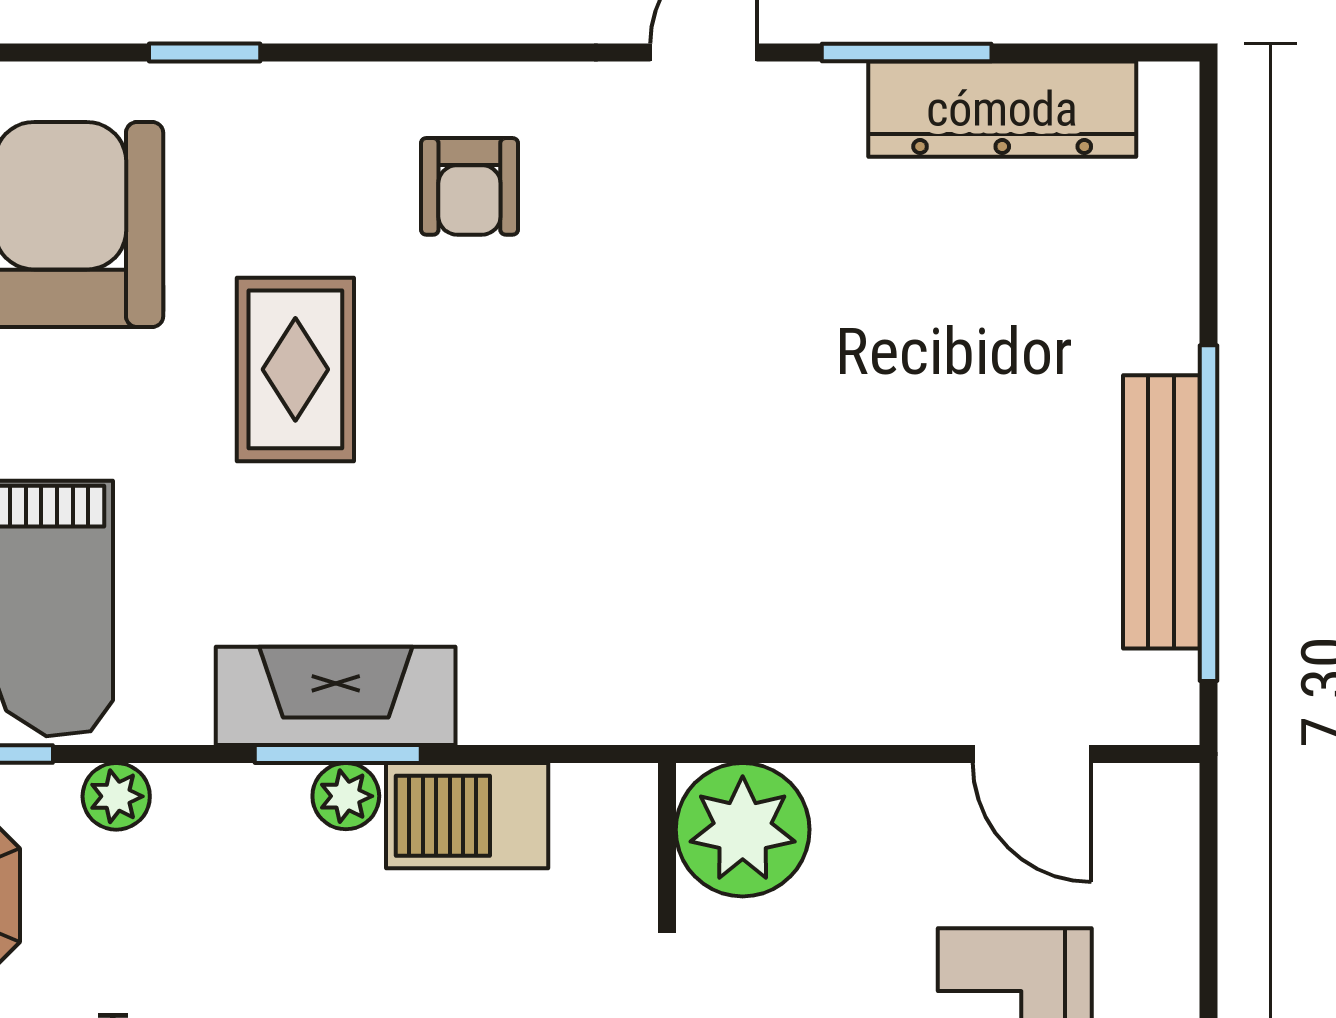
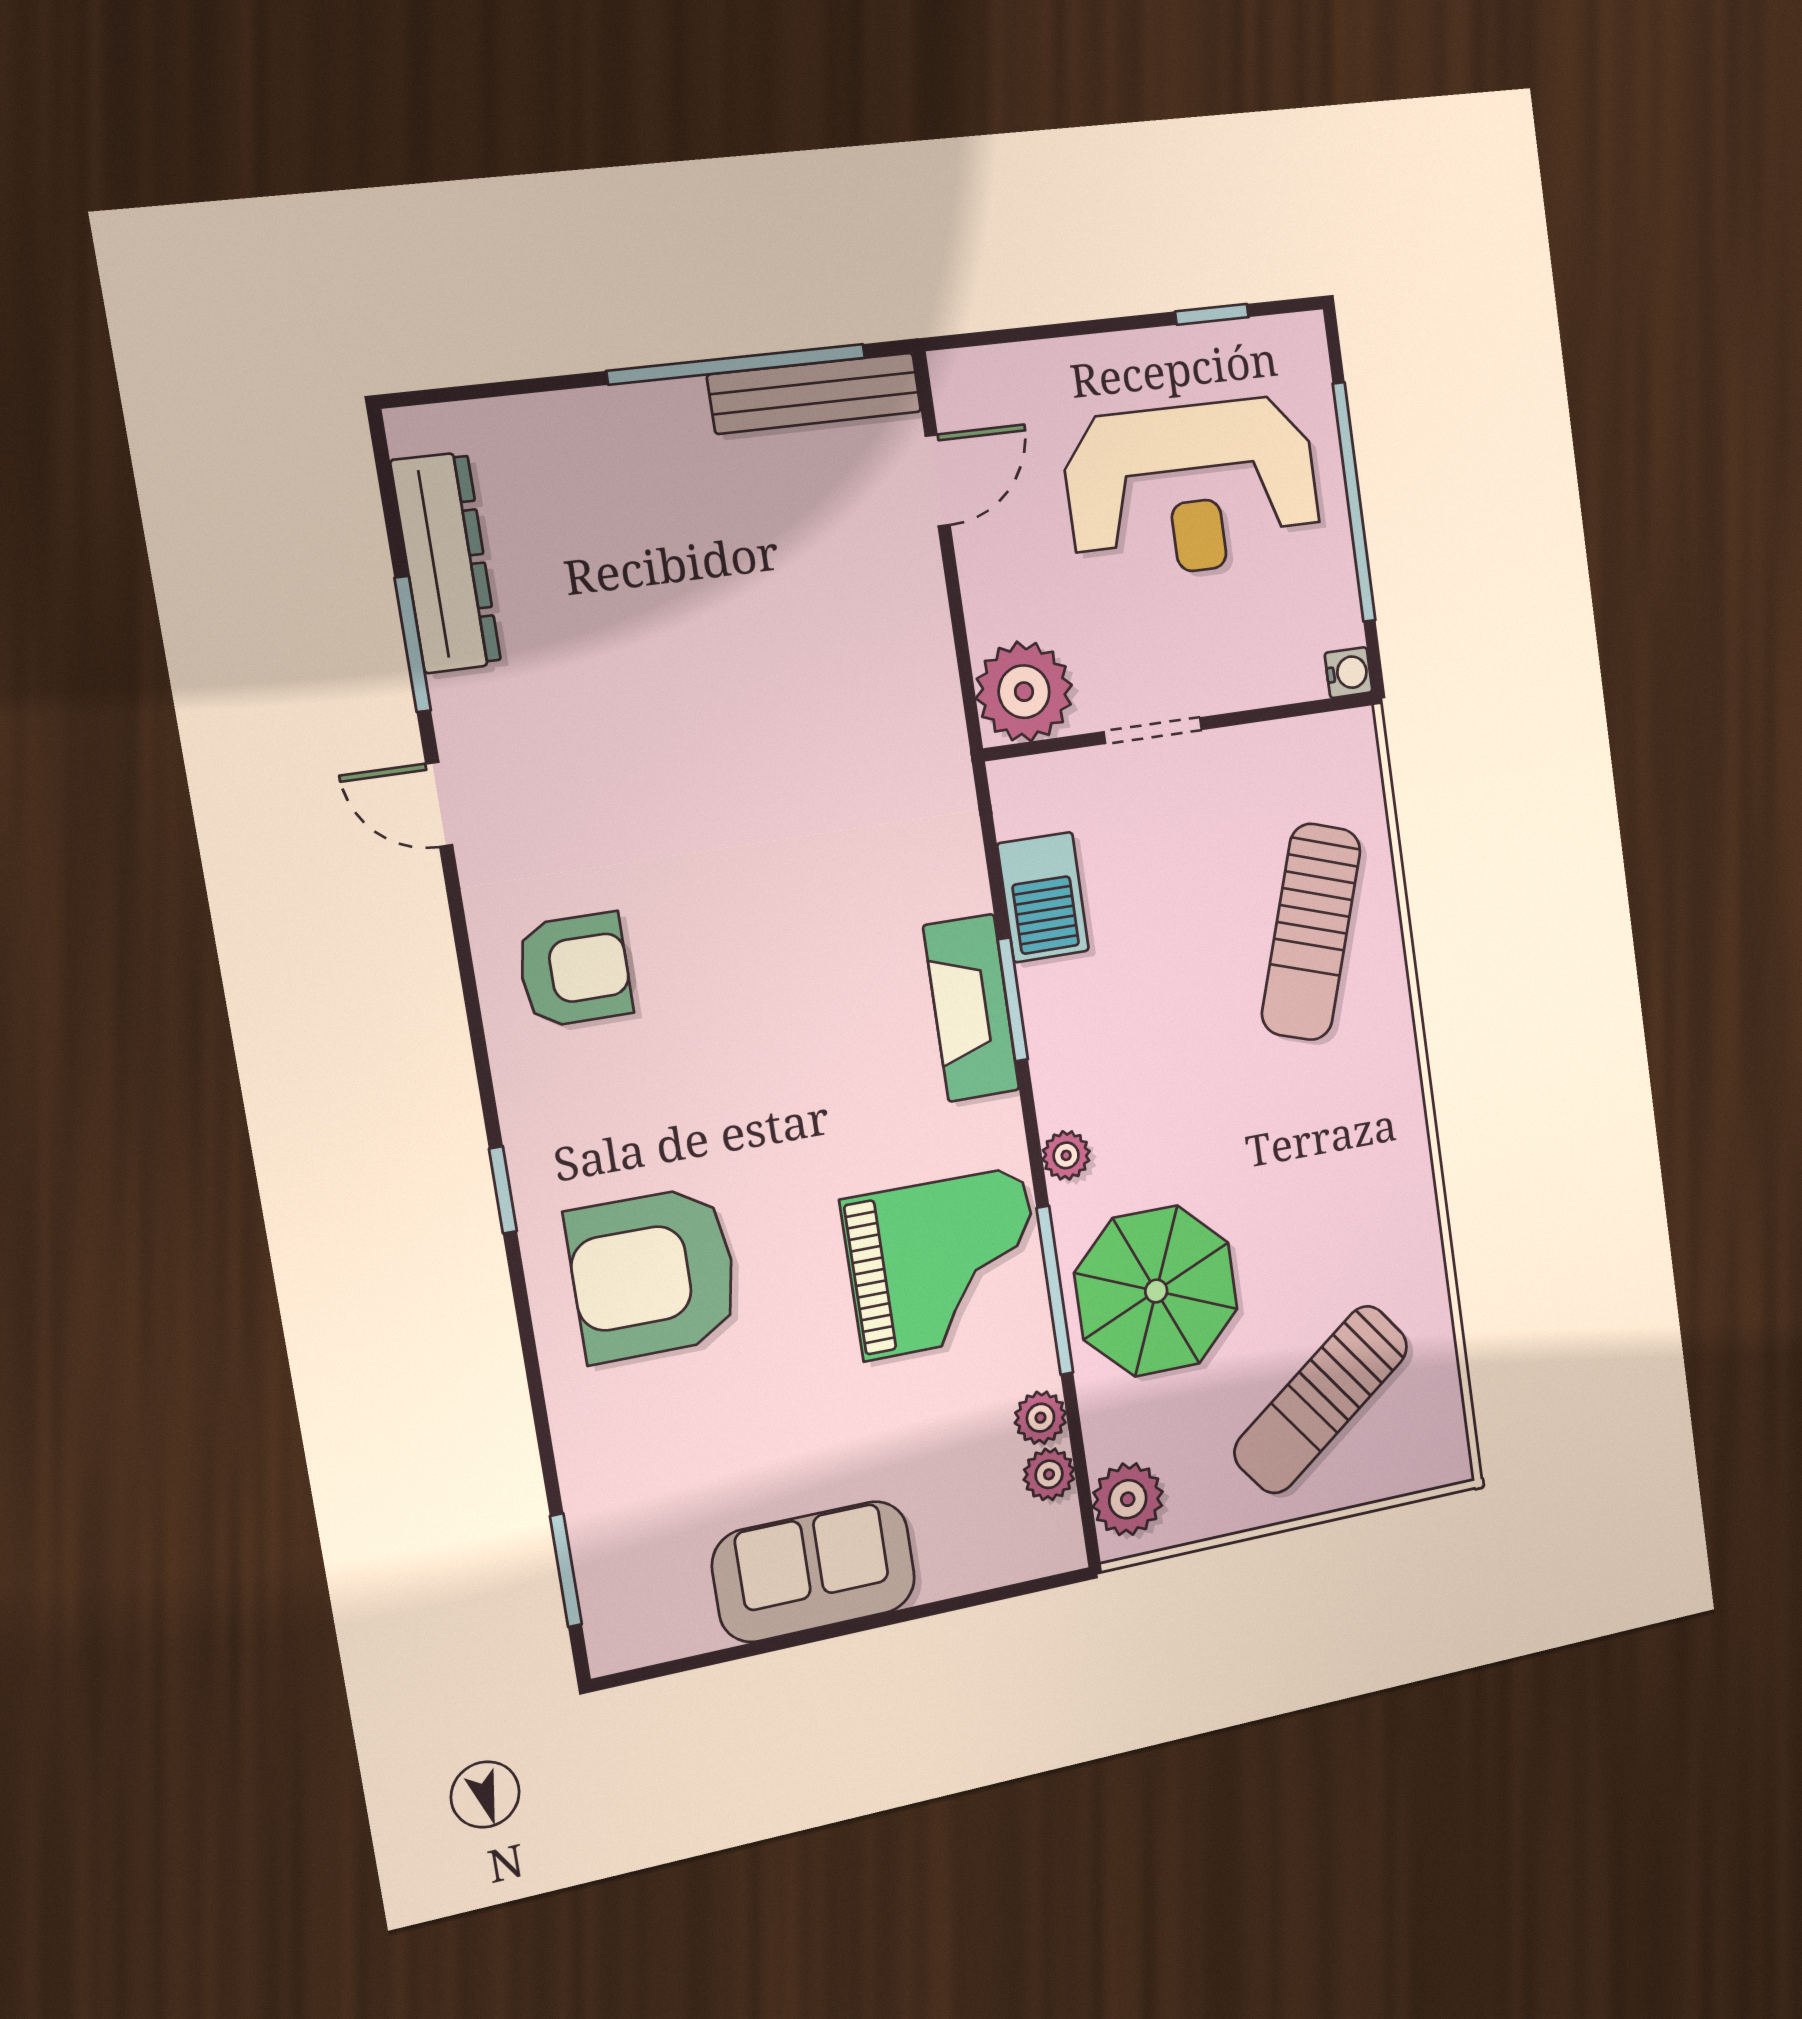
armchair: (469, 186) -> (574, 970), width x1.38, depth x1.38
rug: (295, 369) -> (735, 1079), removed
bench: (1161, 512) -> (815, 393), moved
plant: (346, 796) -> (1042, 988), removed

